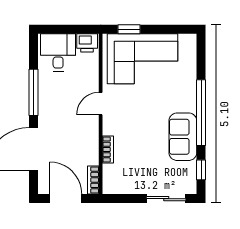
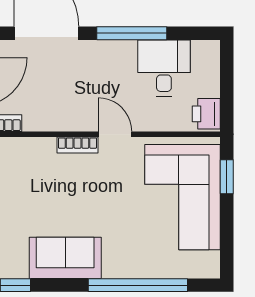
desk: (58, 52) -> (164, 68), moved, turned -90
window: (201, 113) -> (138, 285), moved
bookcase: (108, 149) -> (78, 145), moved

